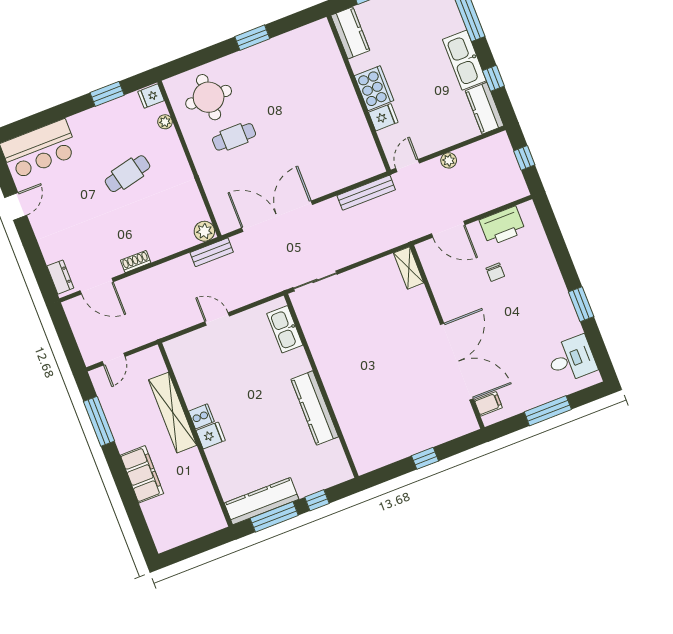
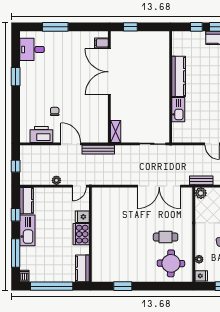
window: (252, 38) -> (123, 286), moved
bench: (366, 193) -> (98, 150), moved
shelving: (409, 268) -> (116, 131), moved
kitchen sink: (285, 329) -> (178, 110), moved
wall: (447, 337) -> (109, 87), moved
double door: (457, 362) -> (109, 72), moved
filing cabinet: (488, 404) -> (101, 43), moved

